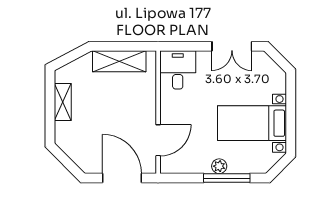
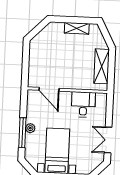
desk: (178, 70) -> (83, 104), moved, turned -90
door: (122, 178) -> (25, 65), removed

